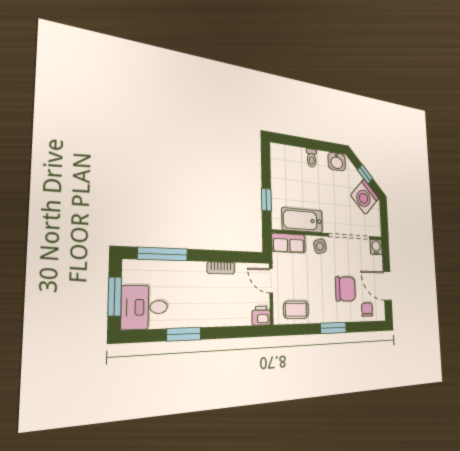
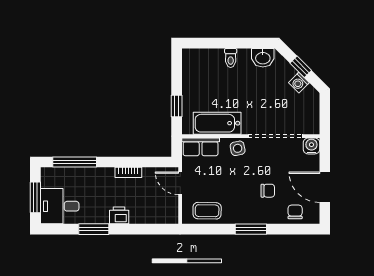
washing machine: (365, 197) -> (299, 83), width x0.53, depth x0.53
chair: (345, 289) -> (268, 191), width x0.54, depth x0.54
printer: (261, 316) -> (119, 215), moved

